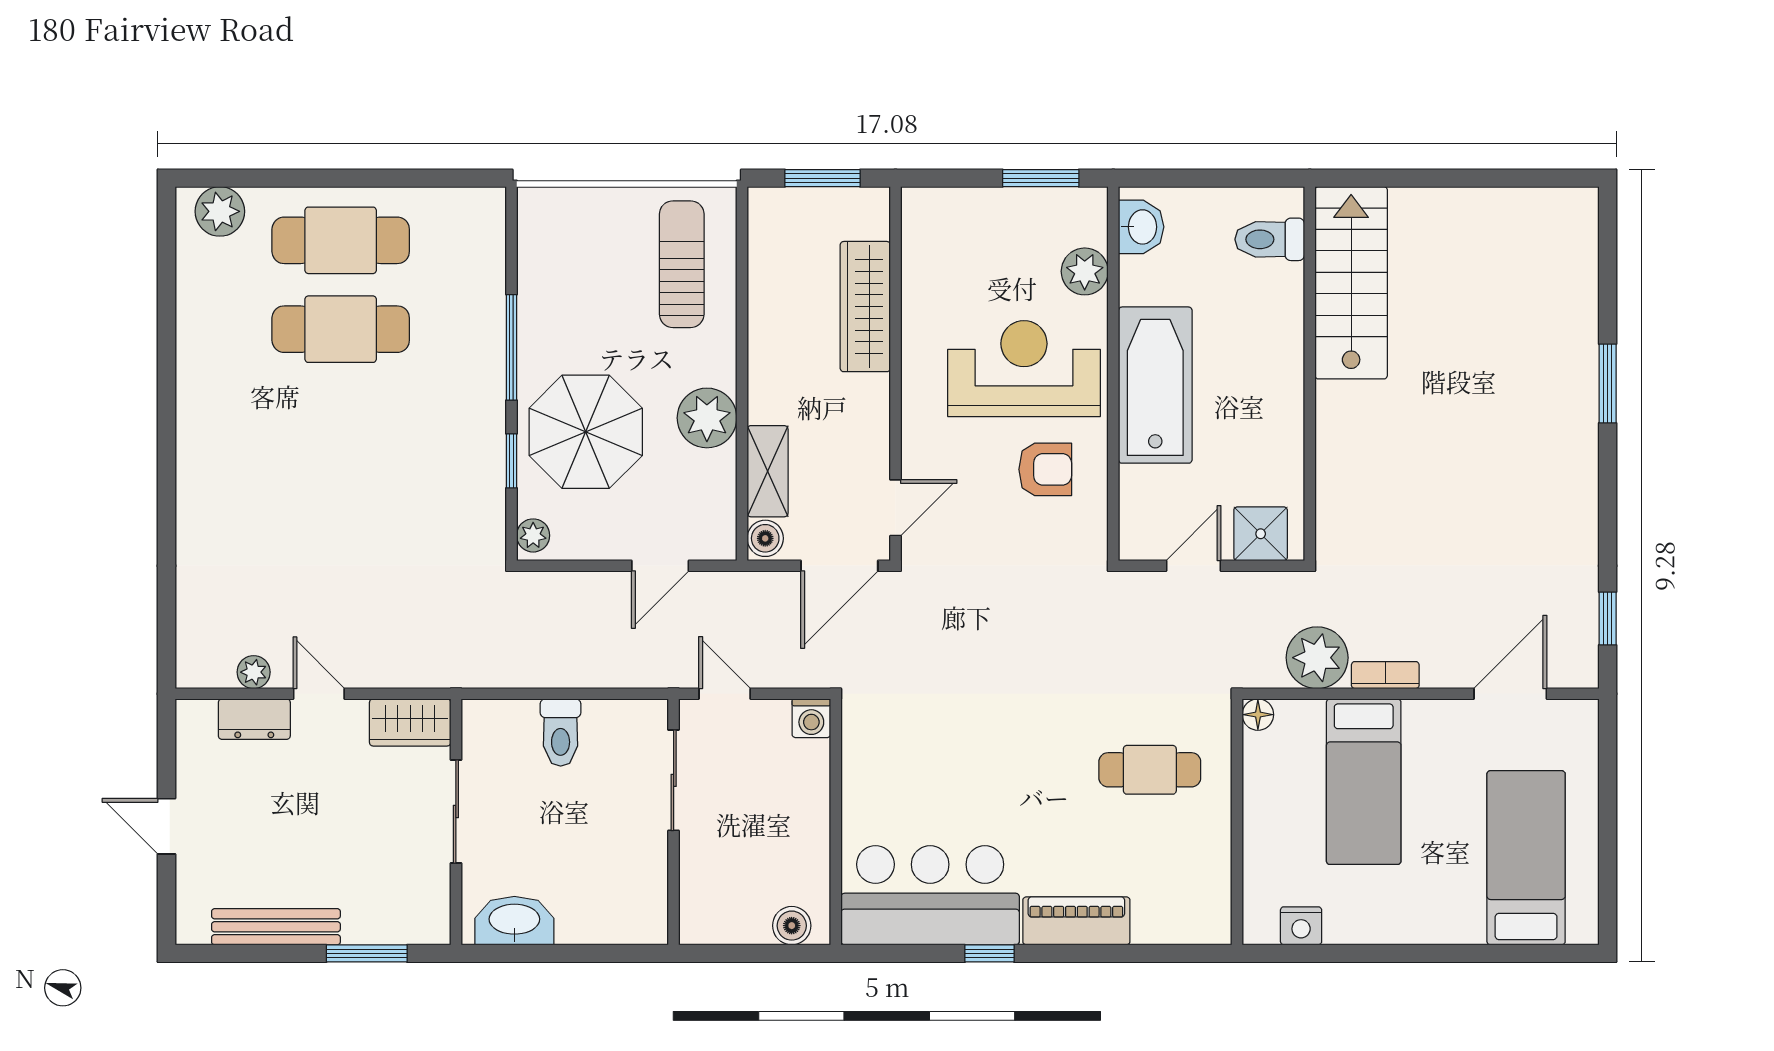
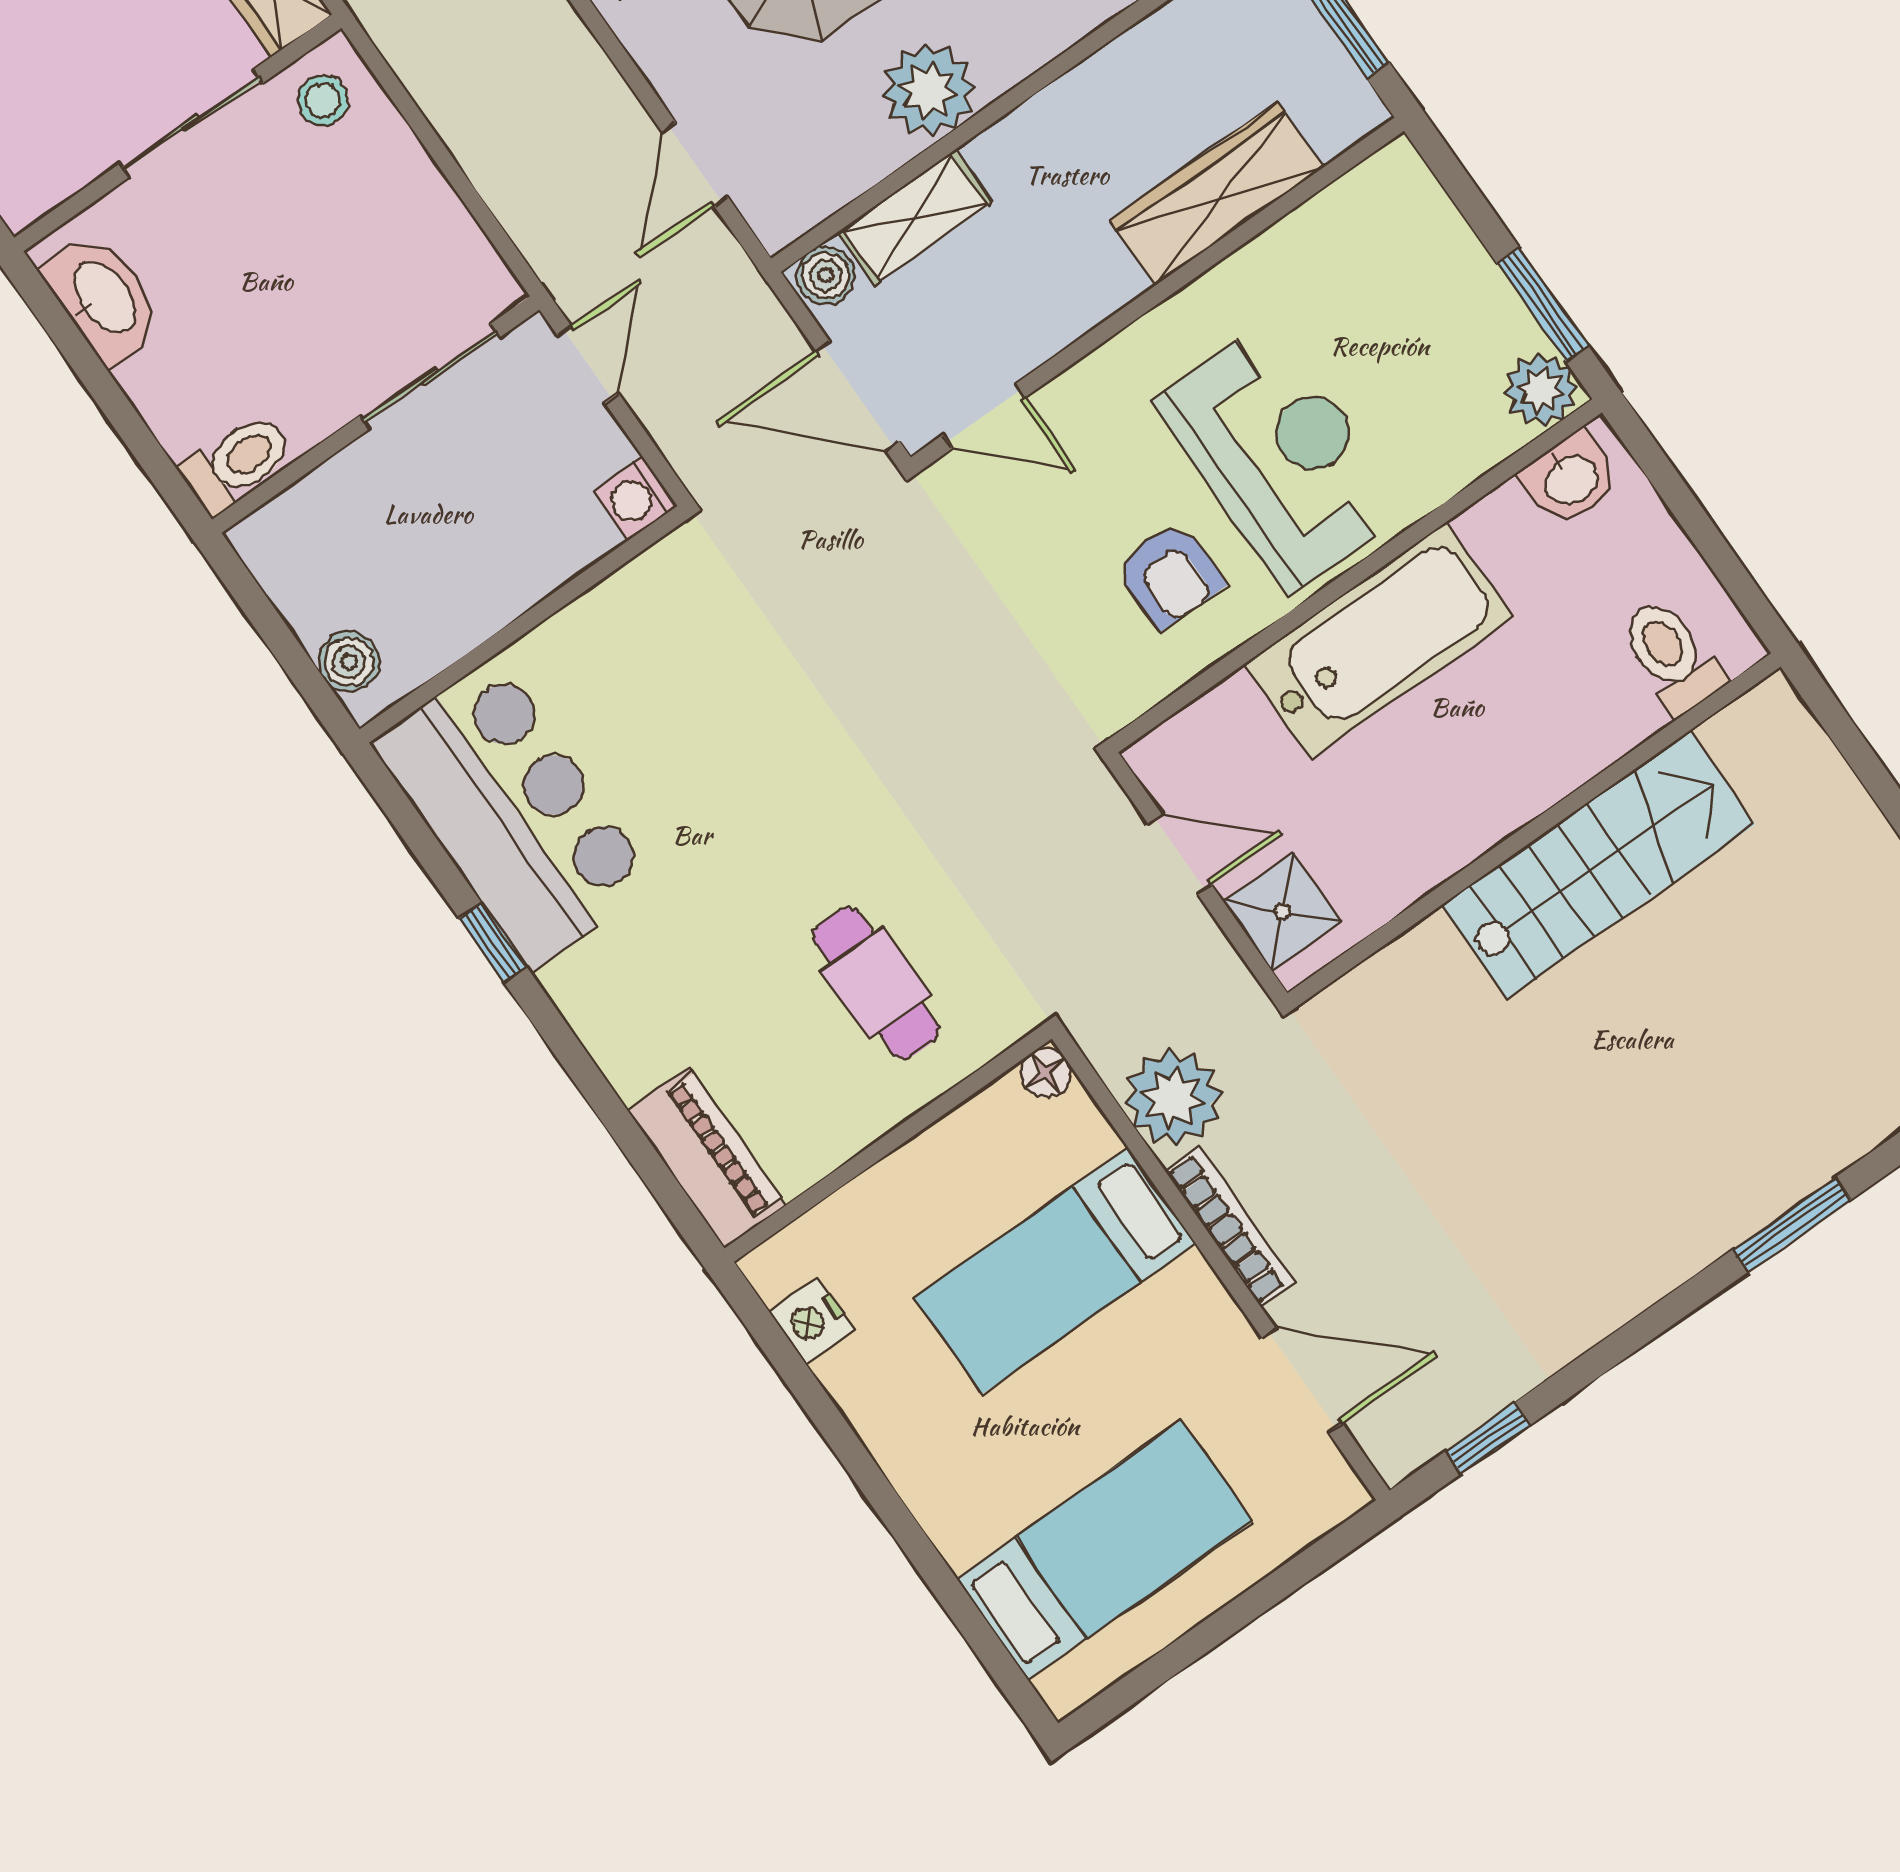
plant: (1085, 271) -> (1541, 390), moved
stairs: (1351, 283) -> (1598, 865), moved
door: (660, 566) -> (695, 164), hinge flipped
bookcase: (1385, 675) -> (1230, 1226), width x1.56
toilet: (561, 733) -> (237, 463), moved, turned 180
stool: (492, 735) -> (323, 100), added
piano: (1076, 921) -> (707, 1157), moved

